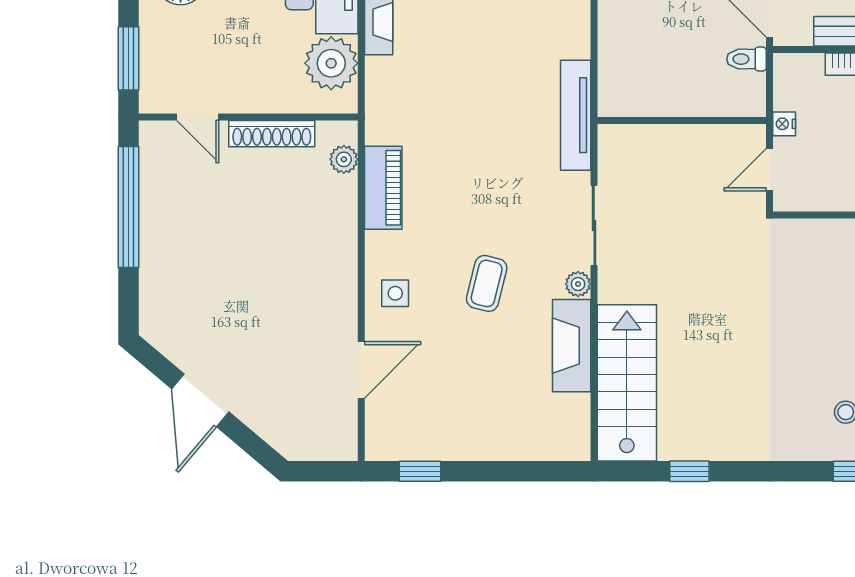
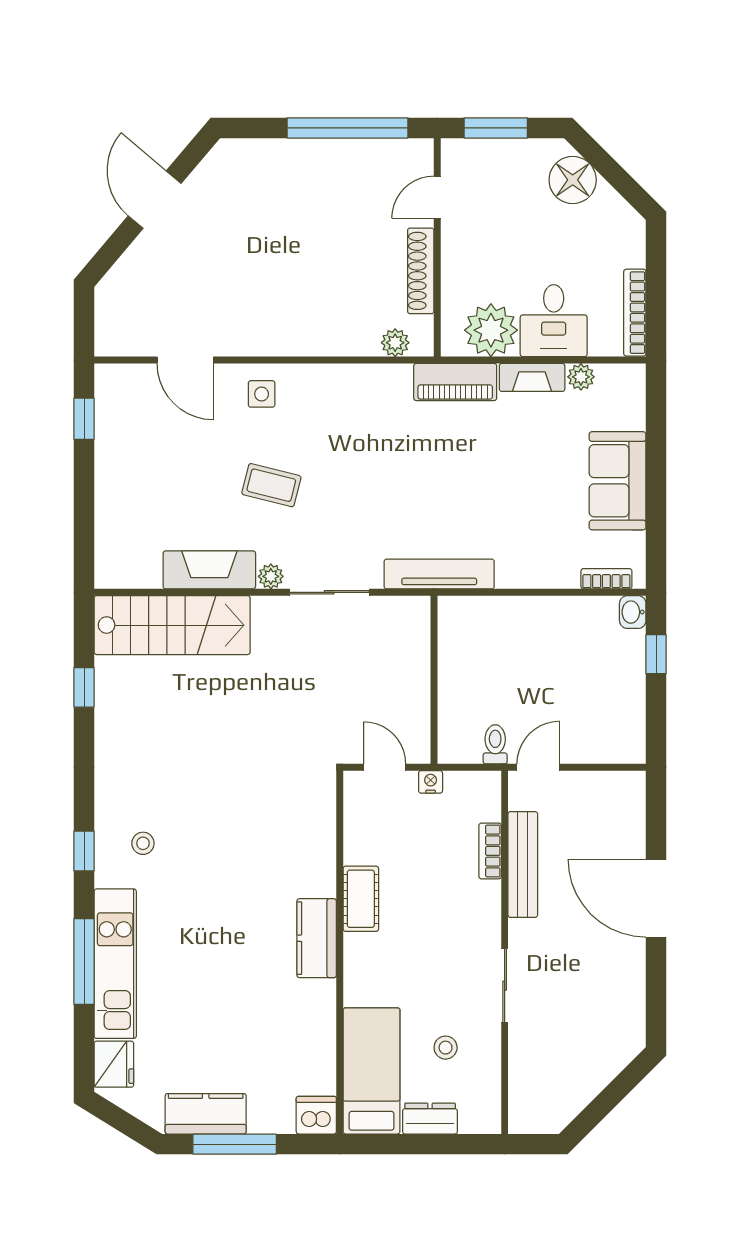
piano: (383, 188) -> (455, 382), moved
door: (200, 400) -> (155, 200), hinge flipped

